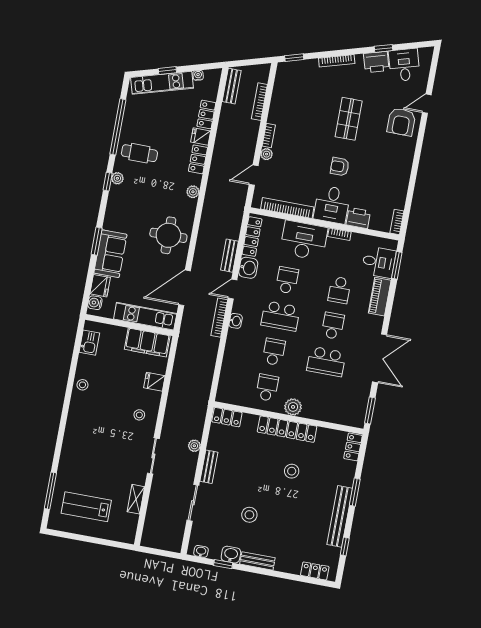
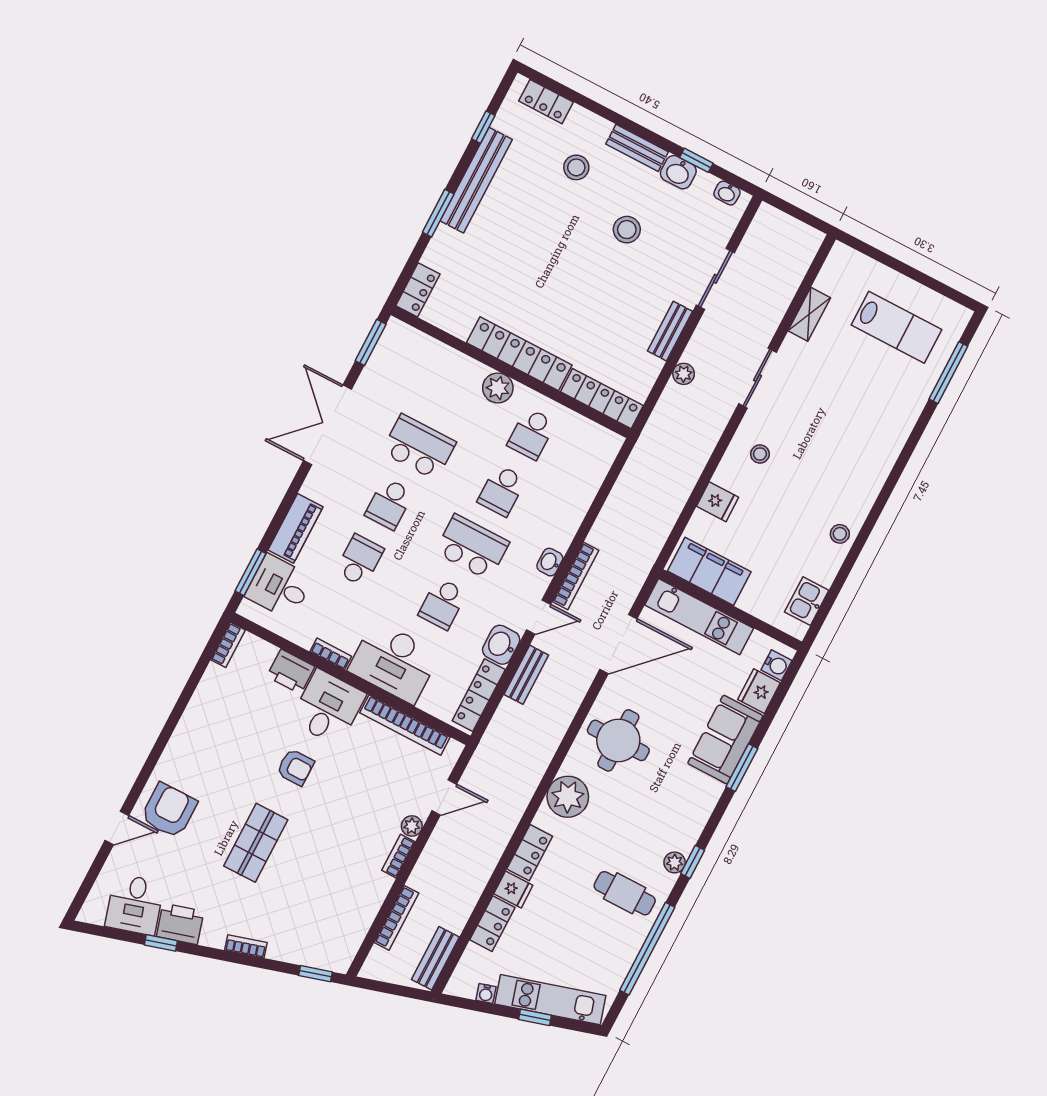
bookcase: (337, 61) -> (246, 946), width x0.64
plant: (193, 192) -> (568, 797), width x1.88, depth x1.88
locker: (227, 417) -> (602, 399), width x1.53
stool: (292, 471) -> (576, 167), moved

